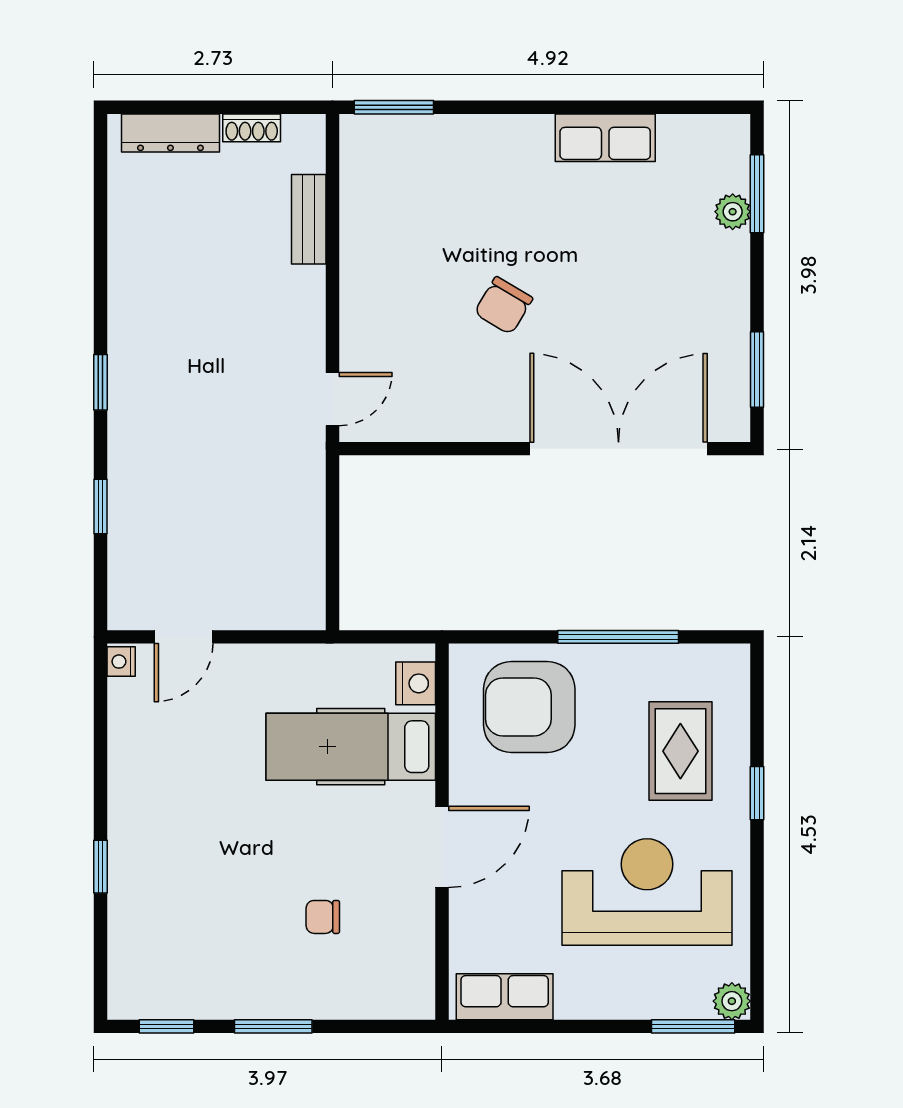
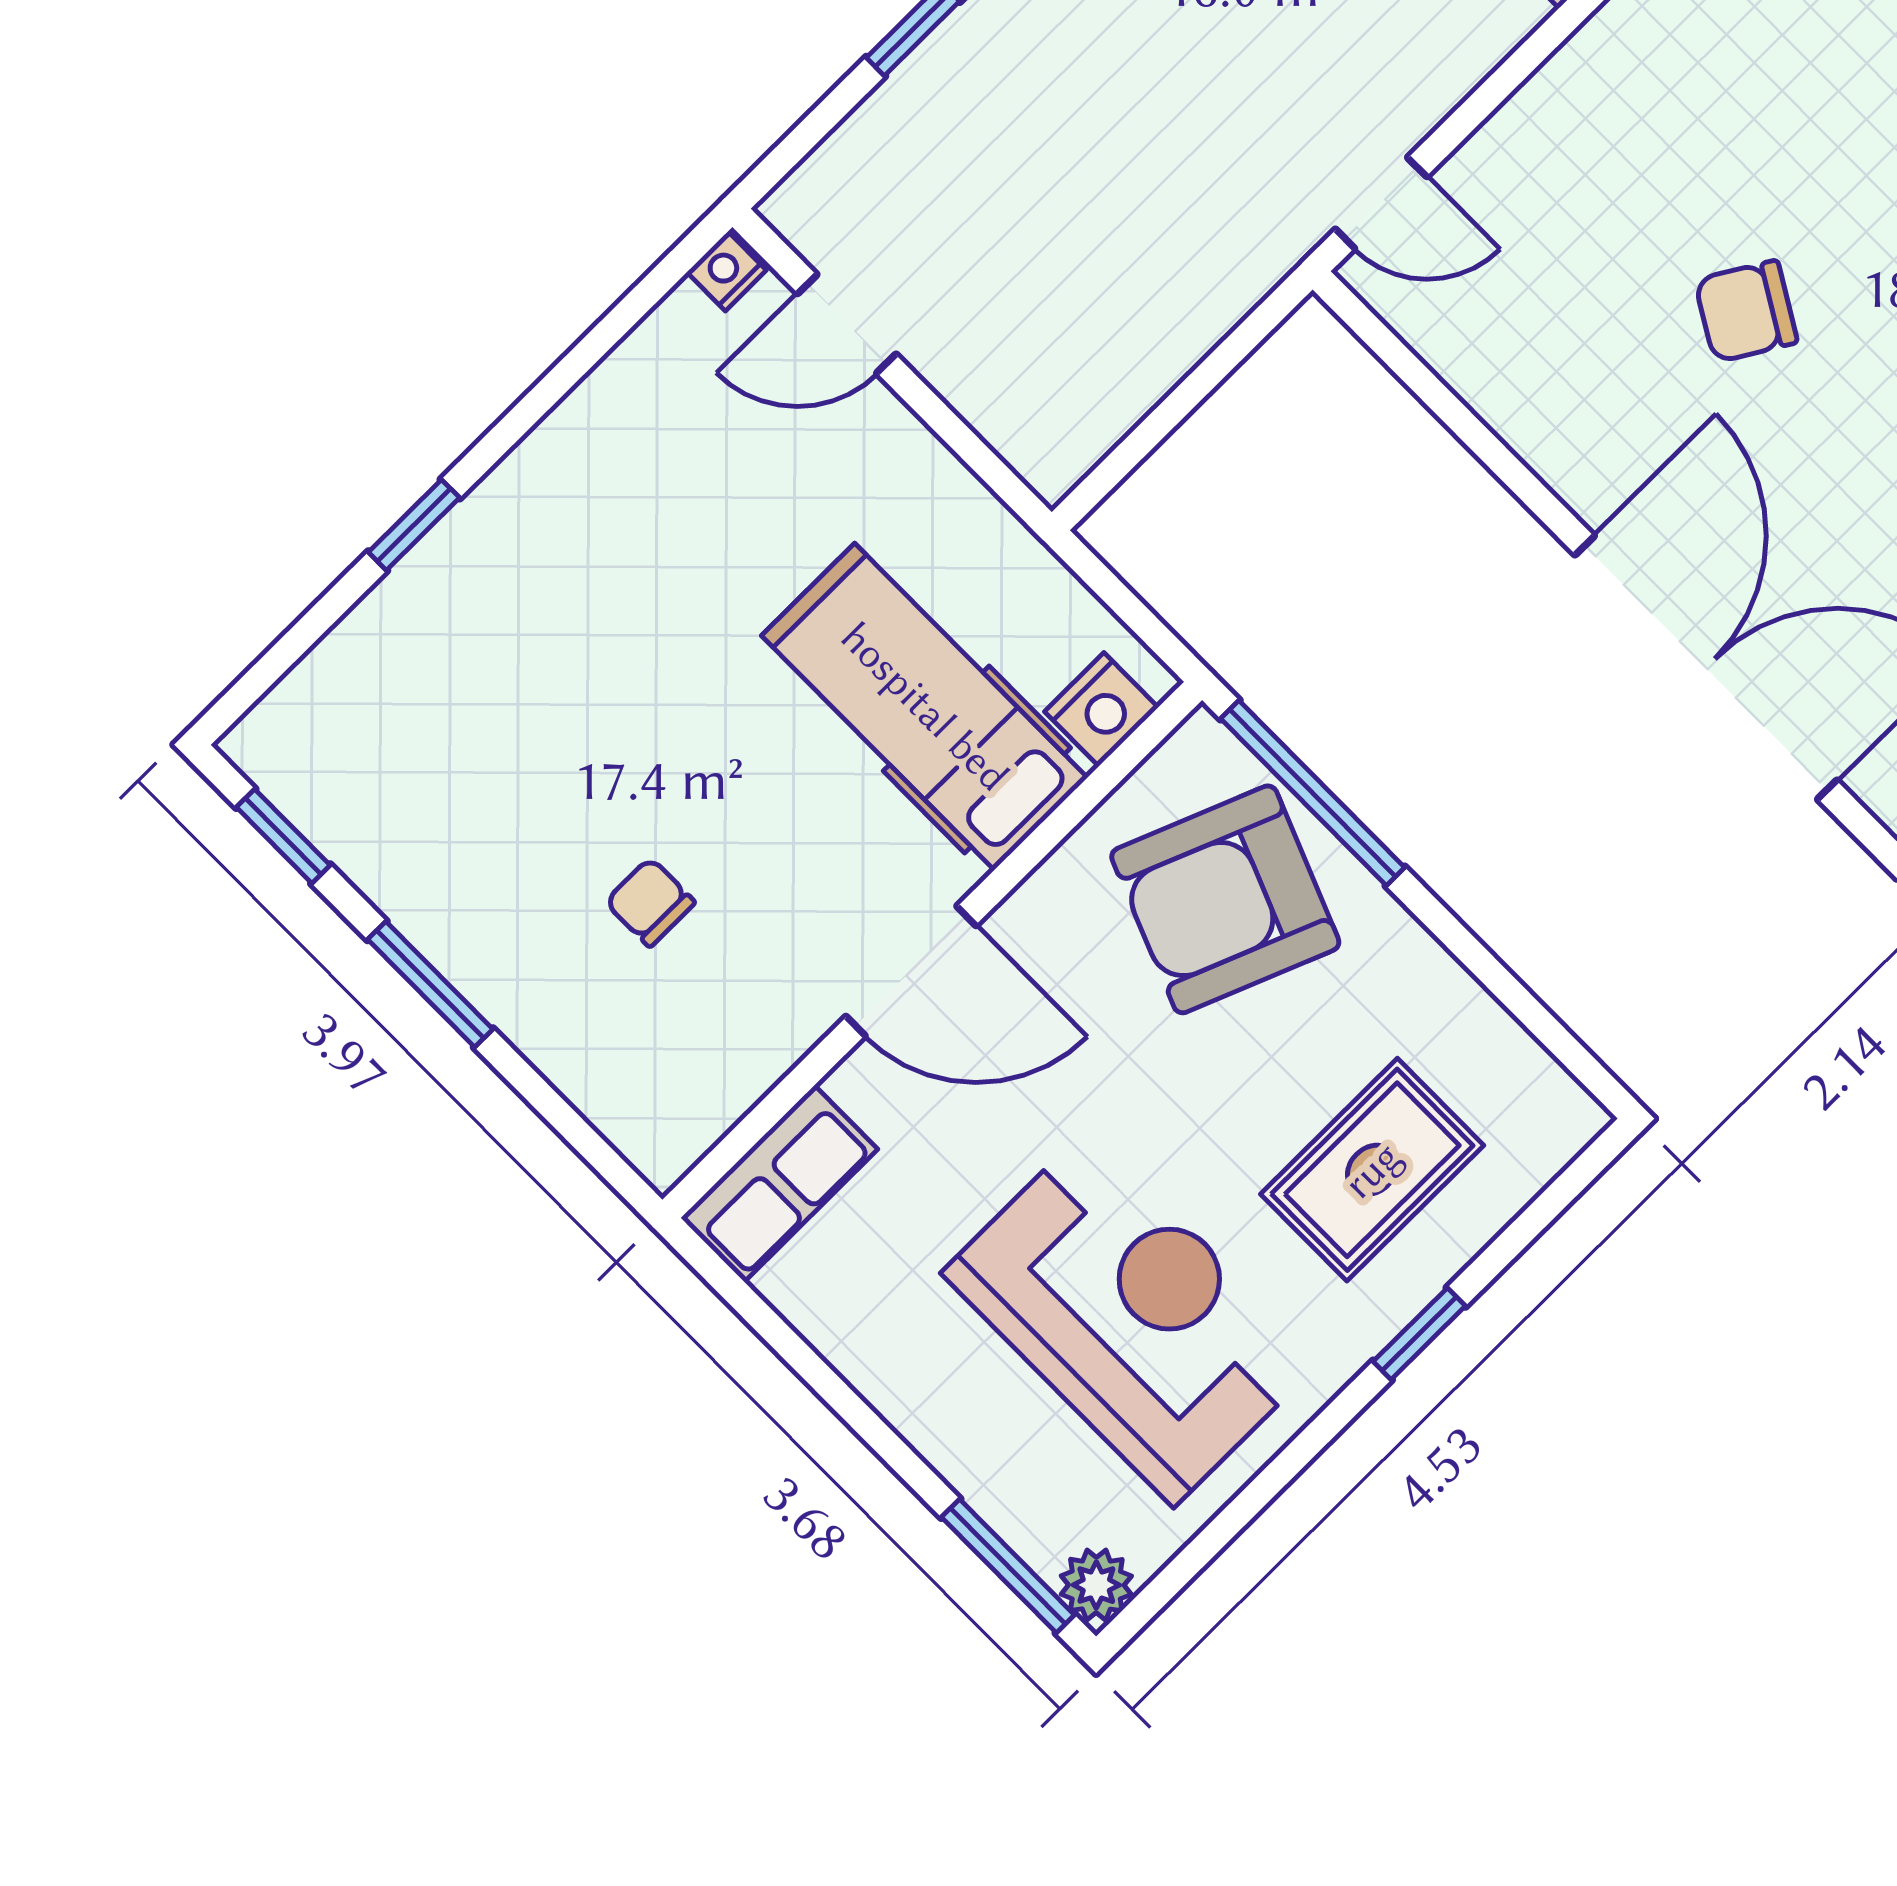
window: (618, 637) -> (1313, 793), moved
armchair: (529, 707) -> (1225, 899), turned -68
row of seats: (505, 997) -> (779, 1184), moved, turned 90

